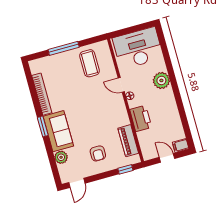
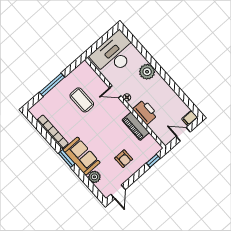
coffee table: (90, 63) -> (82, 100), moved
piano: (128, 141) -> (136, 126), moved

